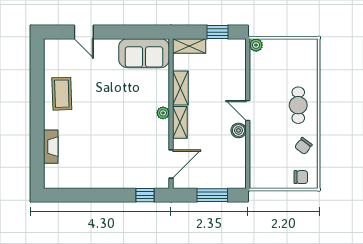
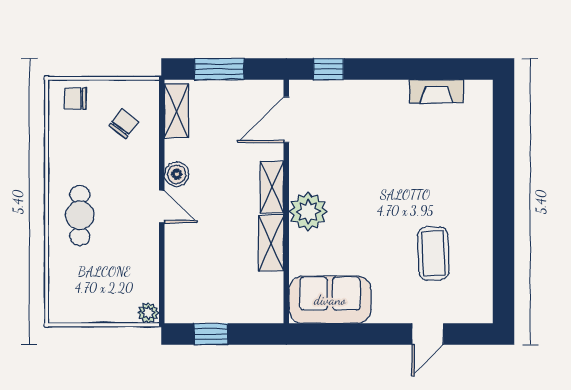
door: (84, 32) -> (428, 334), swing flipped
shelving: (189, 46) -> (177, 111), moved, turned 90
coffee table: (62, 94) -> (433, 253), moved
plant: (163, 113) -> (308, 212), width x1.88, depth x1.88
chair: (303, 146) -> (124, 124), moved
fireplace: (51, 147) -> (436, 91), moved, turned -90

